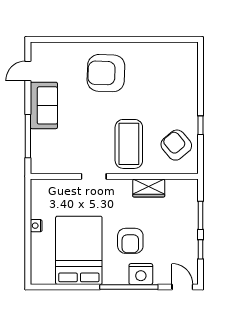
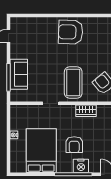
armchair: (106, 73) -> (71, 32), moved
sofa: (44, 105) -> (19, 74), moved

